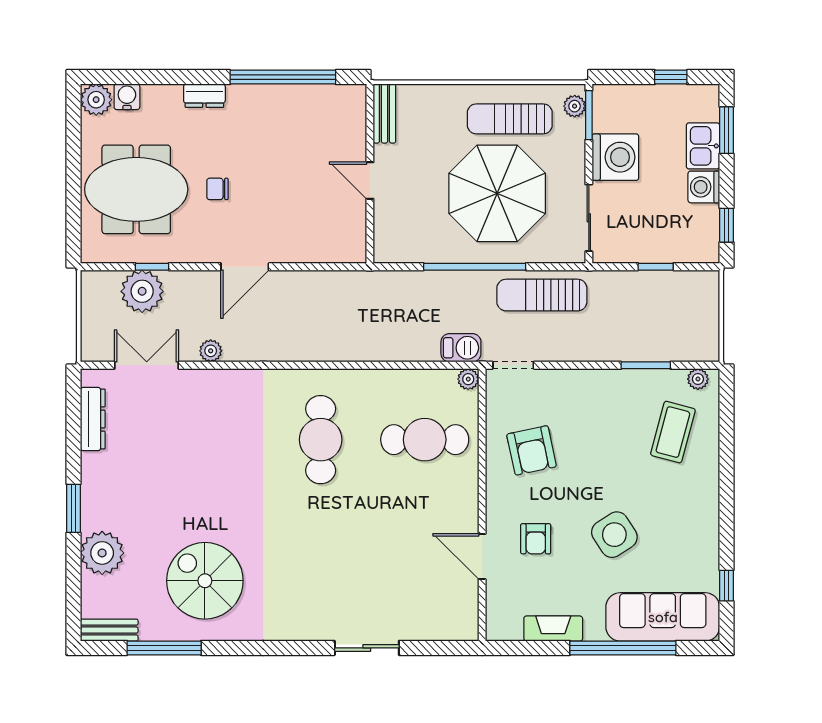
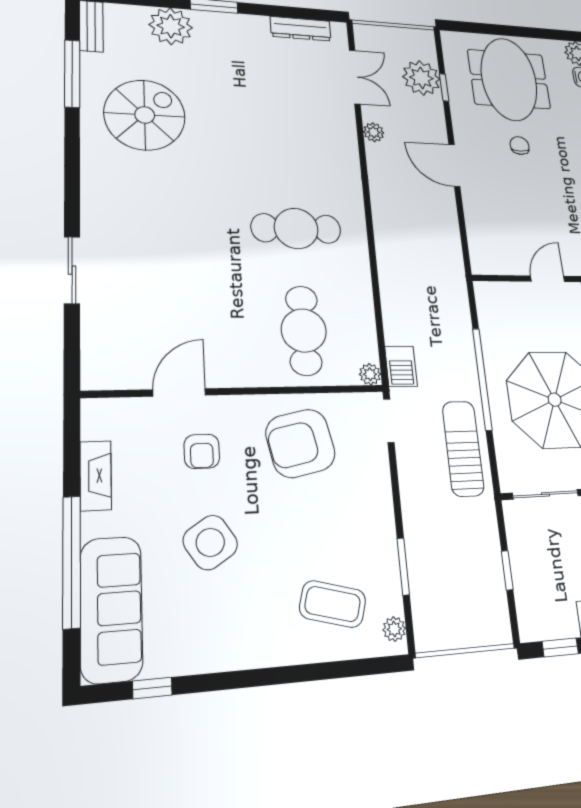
armchair: (532, 450) -> (300, 443), width x1.36, depth x1.36
armchair: (536, 539) -> (202, 451), turned -90

